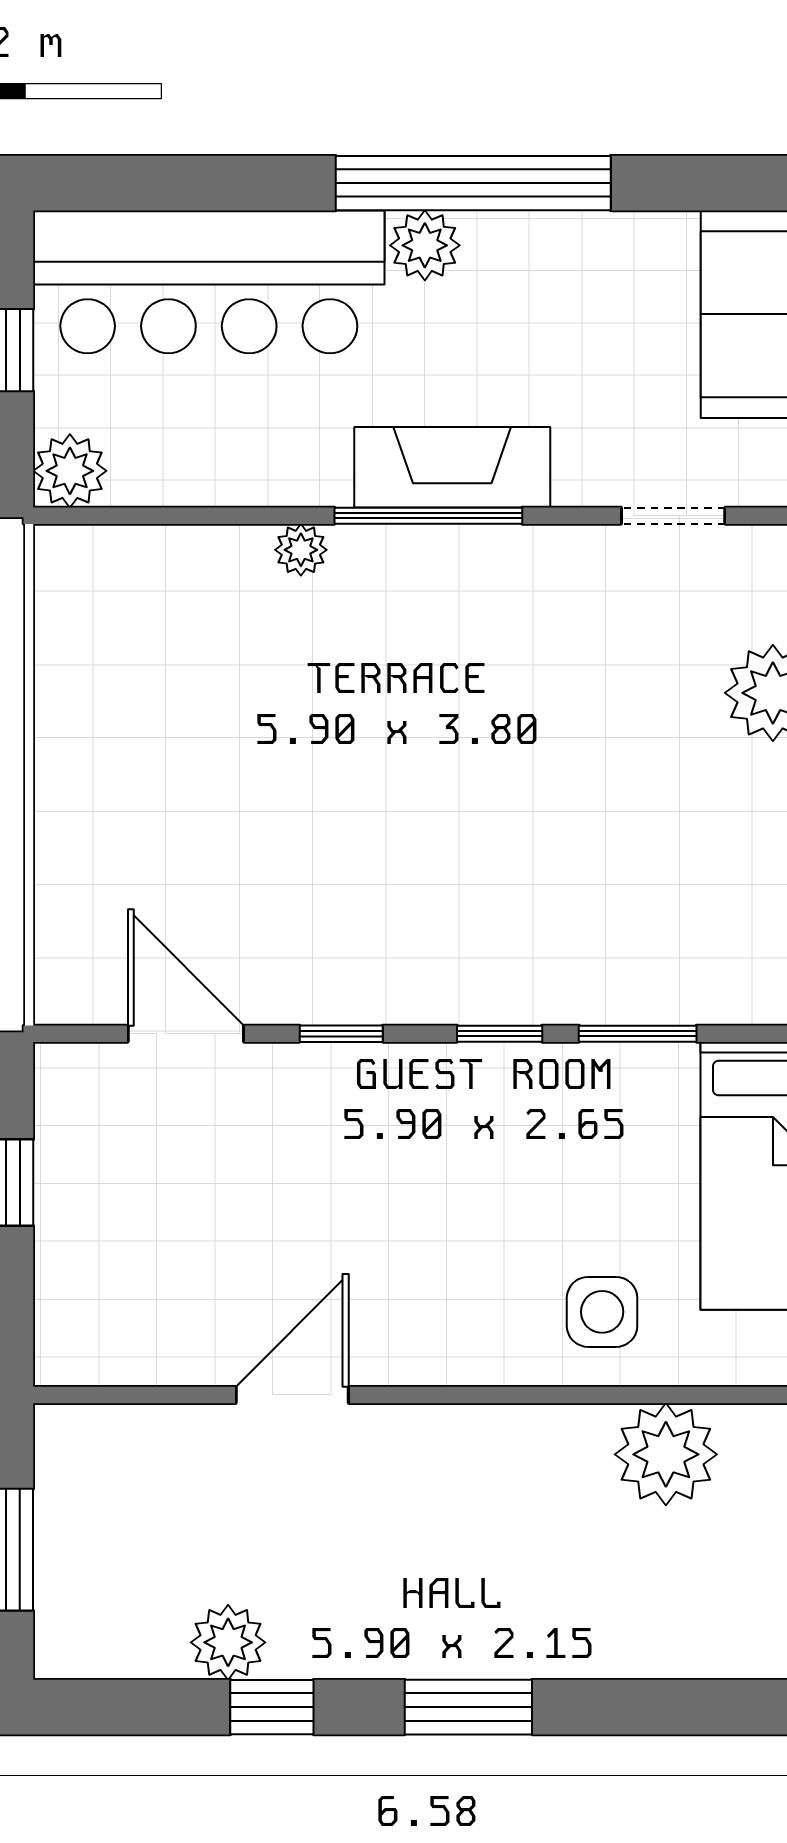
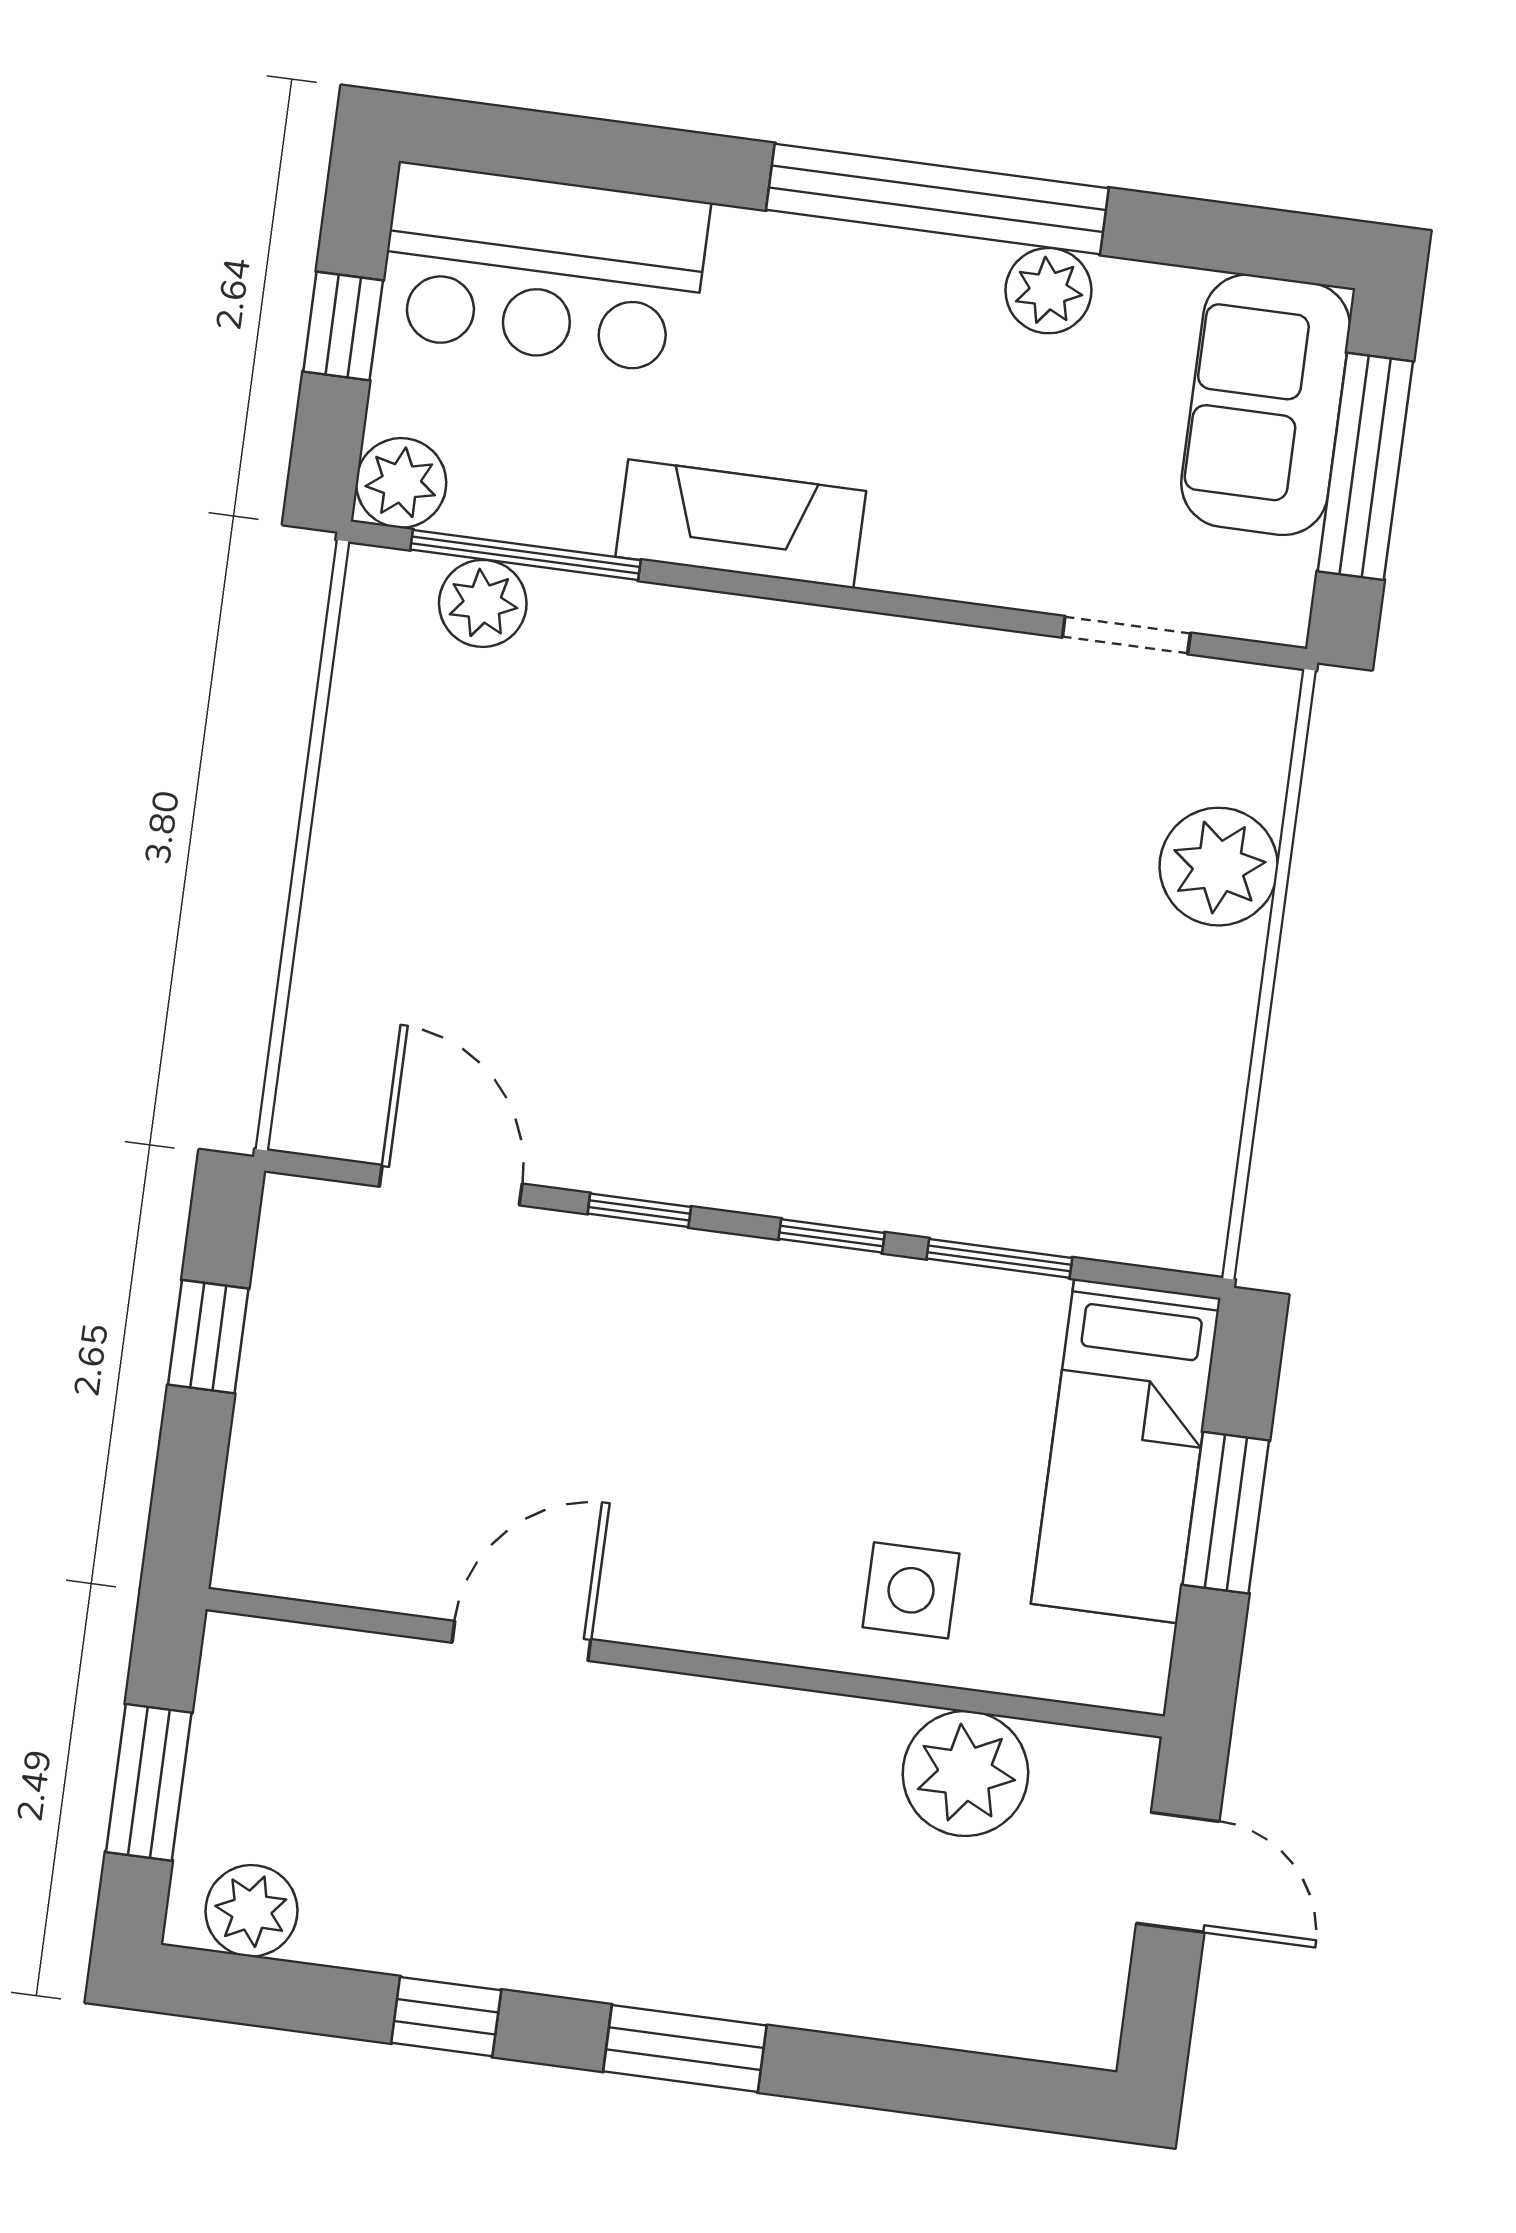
plant: (425, 245) -> (1048, 291), moved
bar counter: (209, 282) -> (544, 268), width x0.73
fireplace: (452, 467) -> (741, 524), moved
window: (428, 516) -> (526, 555), moved
plant: (301, 550) -> (483, 603), moved, width x1.38, depth x1.38
plant: (228, 1642) -> (251, 1911), moved

